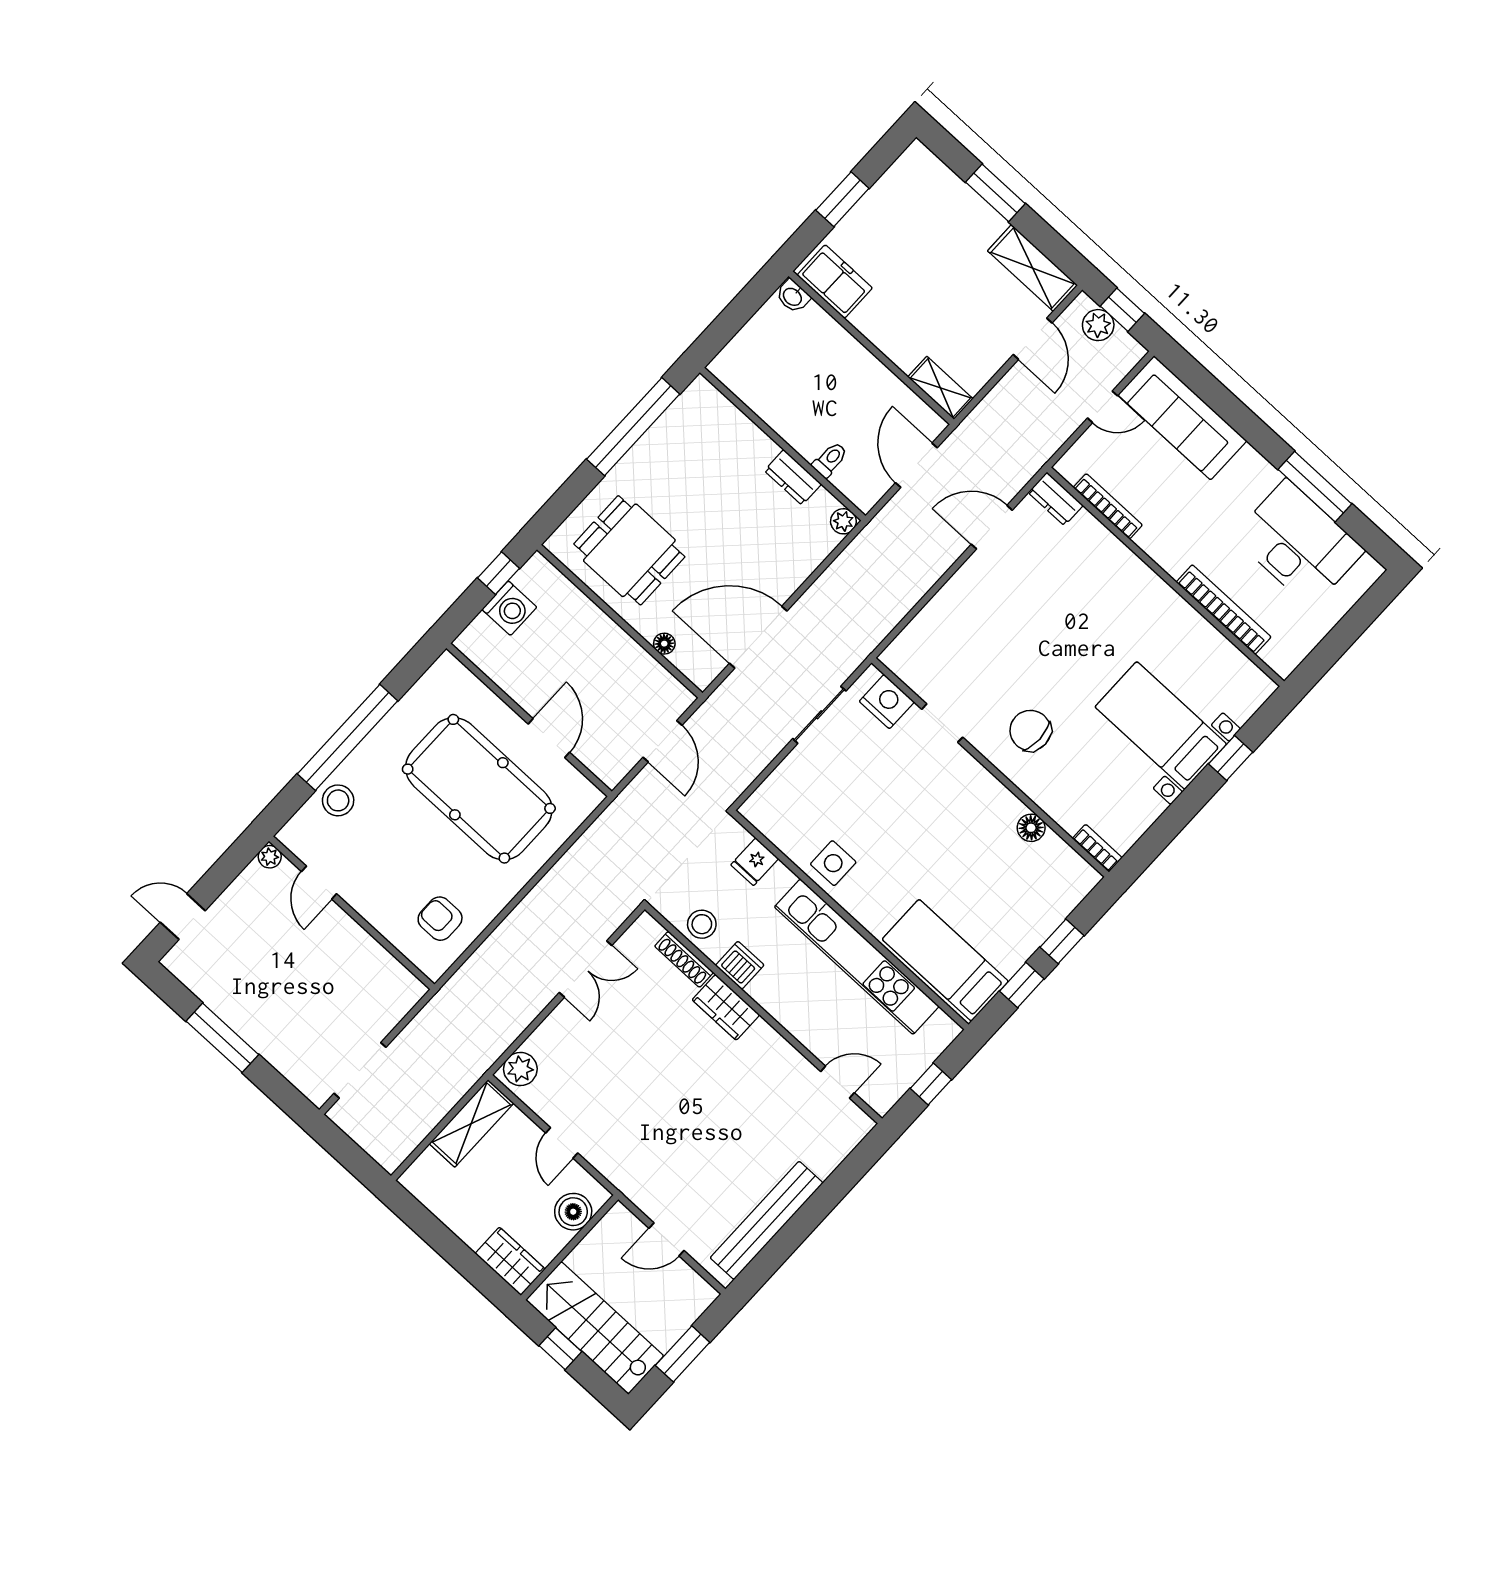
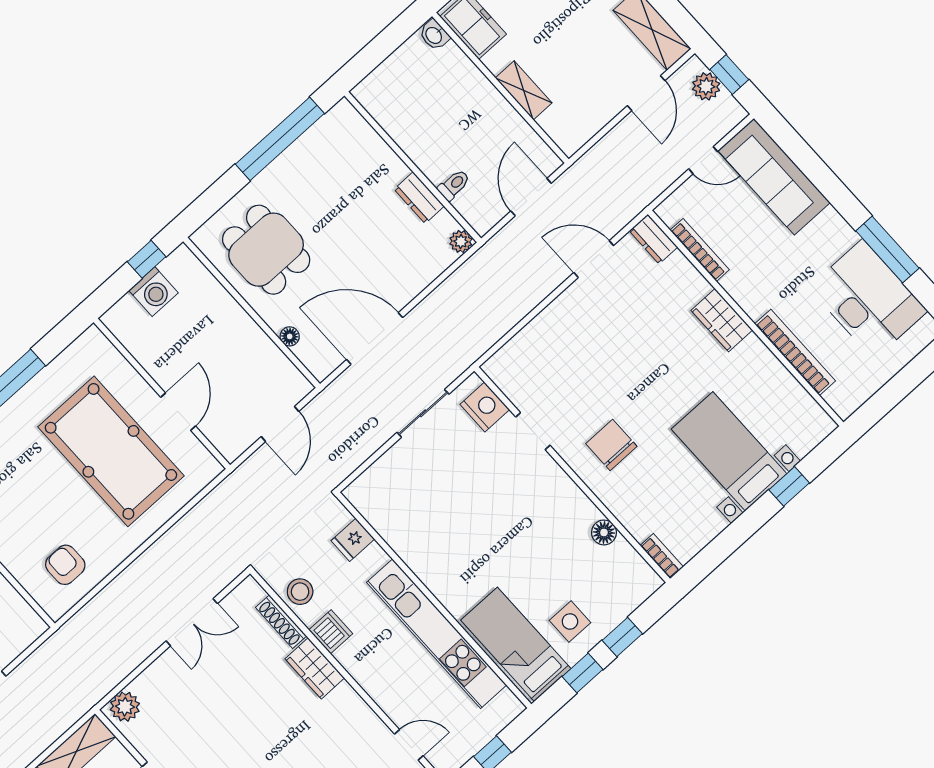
shelving: (940, 388) -> (524, 90), moved
wardrobe: (1139, 582) -> (722, 320), added
side table: (833, 863) -> (570, 621), moved

